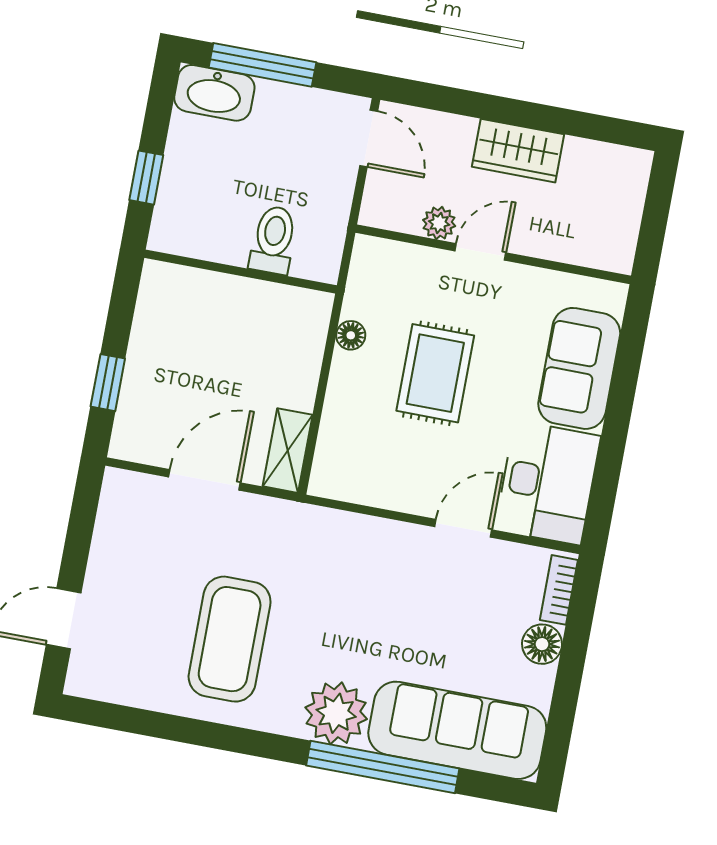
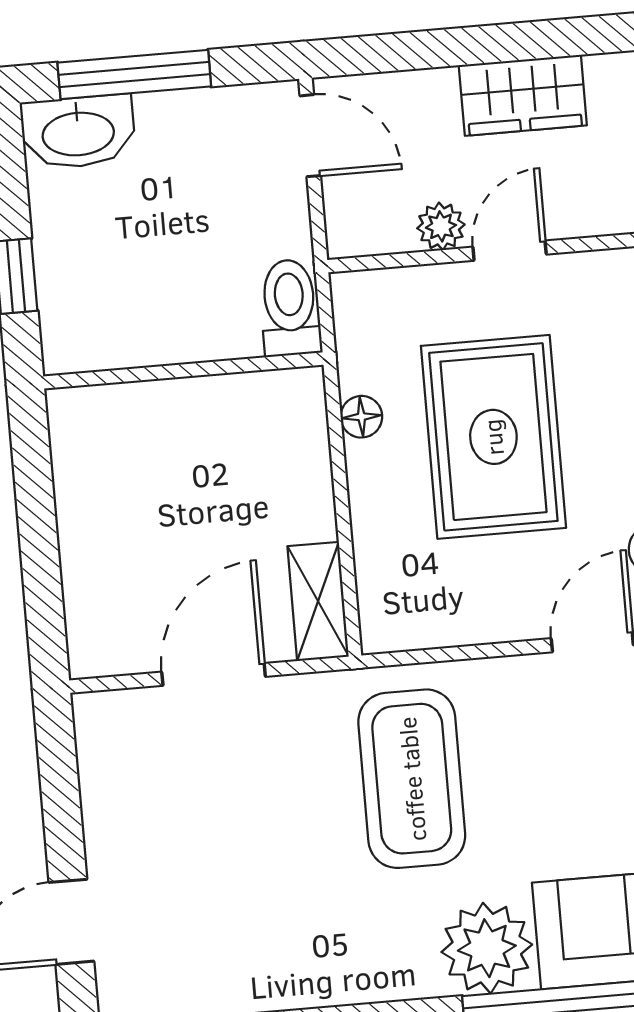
toilet: (273, 240) -> (290, 308), moved
rug: (435, 373) -> (493, 437), width x1.36, depth x1.43
window: (108, 383) -> (42, 576), removed
coffee table: (230, 639) -> (412, 779), moved

